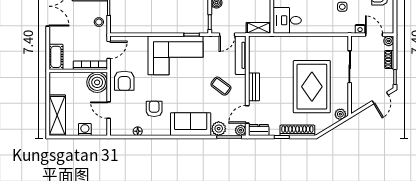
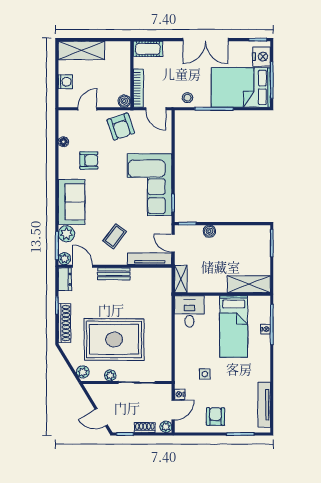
armchair: (124, 81) -> (121, 127), turned -109
boiler: (97, 82) -> (124, 101), width x0.54, depth x0.54
plant: (343, 90) -> (110, 375), added

